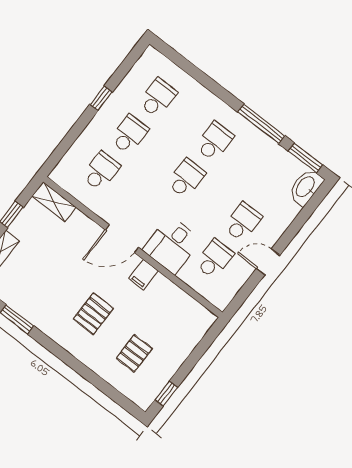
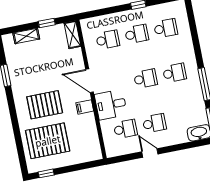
pallet: (93, 314) -> (45, 105), width x1.50, depth x1.42
pallet: (134, 353) -> (48, 141), width x2.05, depth x2.00

